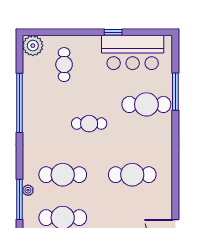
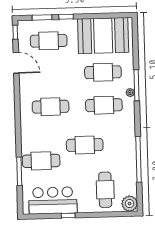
cafe table: (64, 65) -> (105, 190), width x1.37, depth x1.35
cafe table: (89, 124) -> (85, 145), width x1.37, depth x1.35

